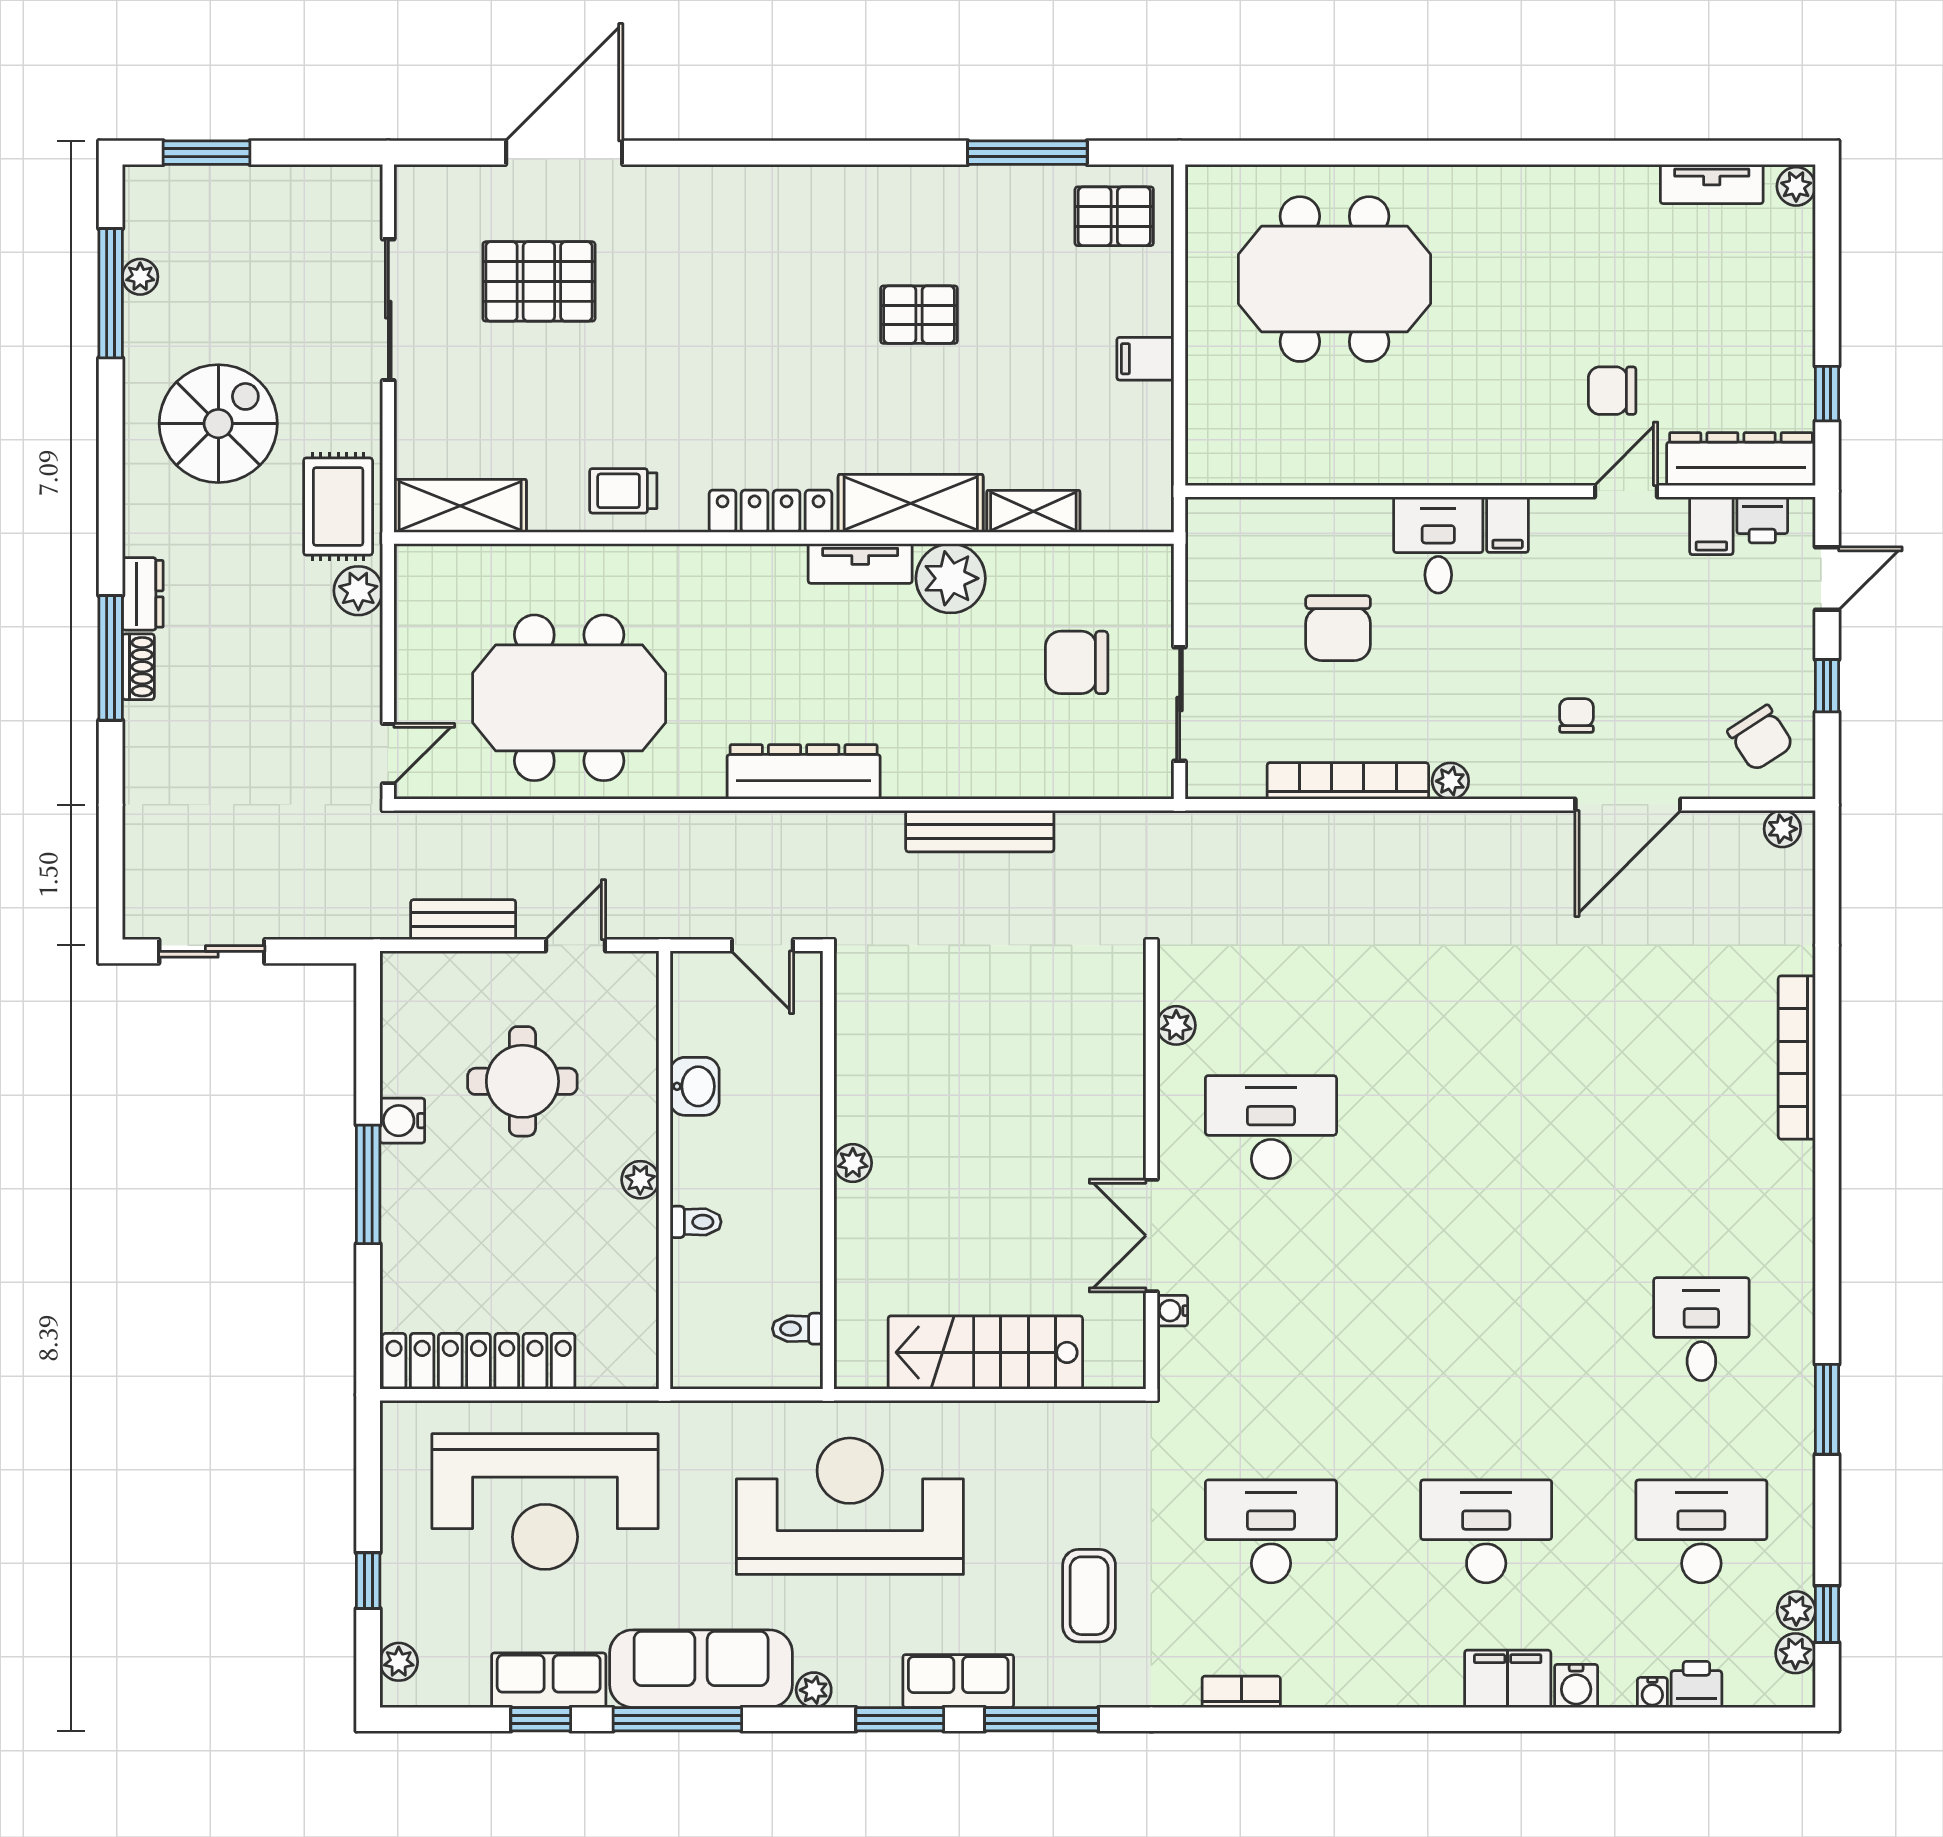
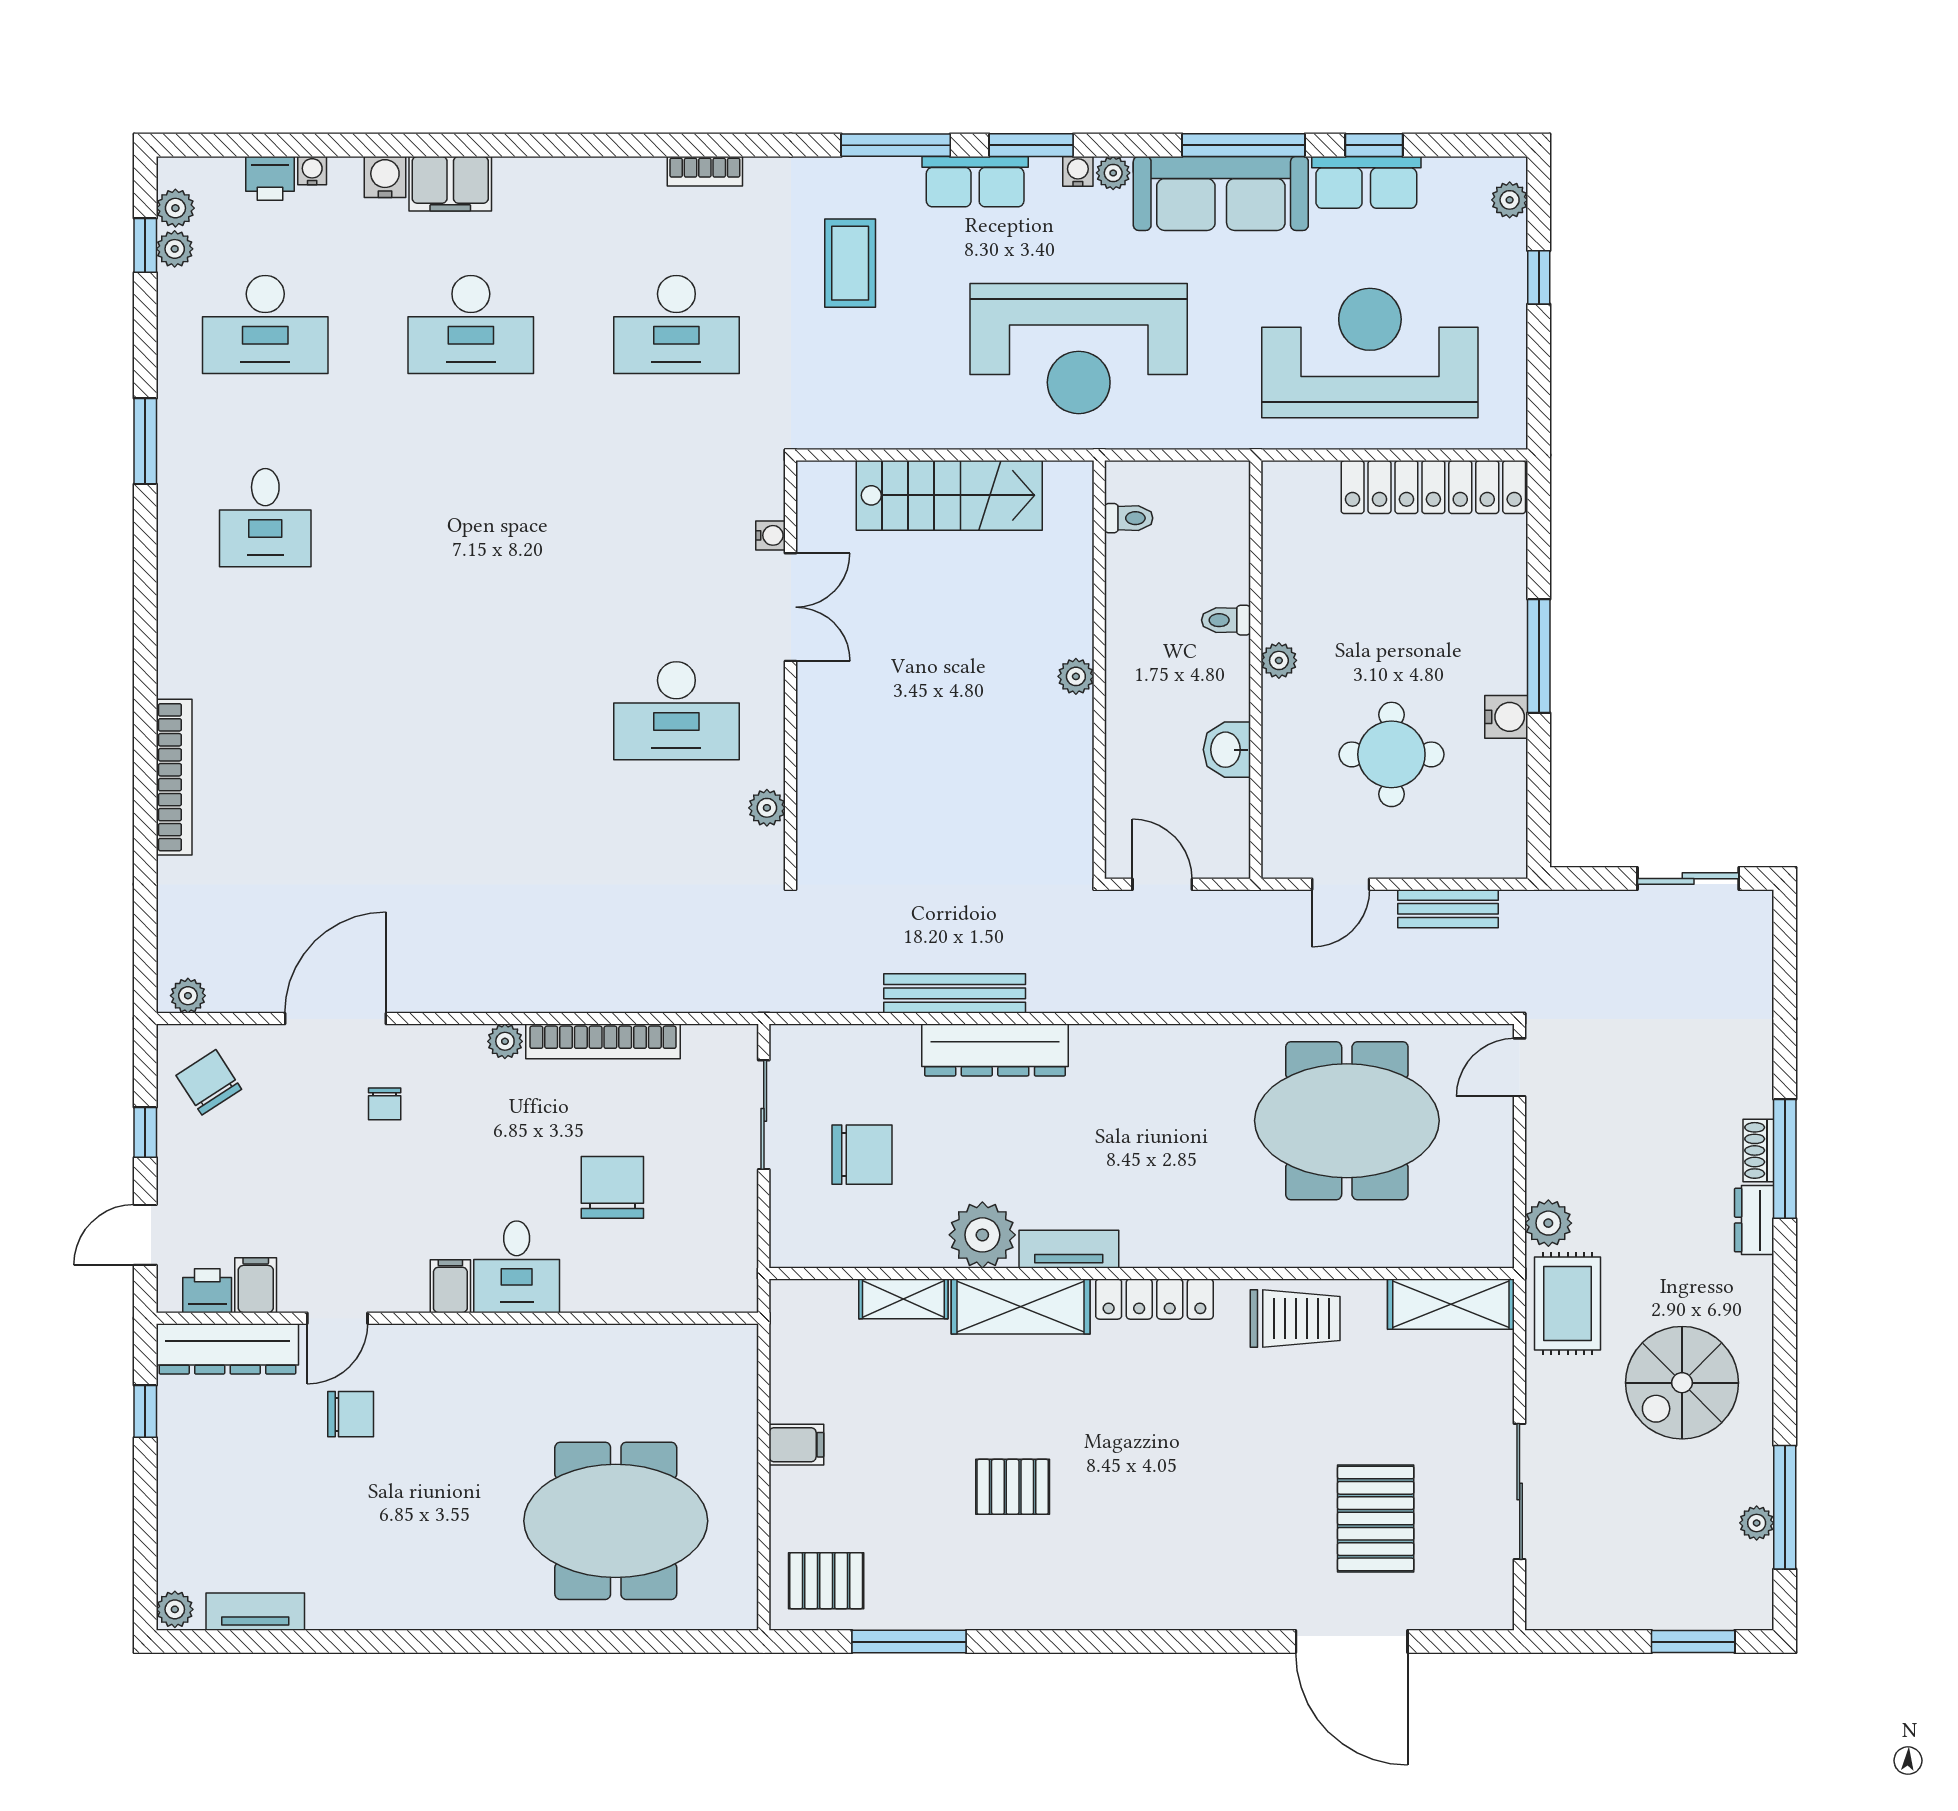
door: (564, 153) -> (1352, 1642), hinge flipped
pallet: (539, 281) -> (1376, 1518), turned 90
trolley: (623, 491) -> (1295, 1319), width x1.36, depth x1.39
dresser: (804, 772) -> (995, 1050), moved
water cooler: (851, 1692) -> (1078, 171), added

